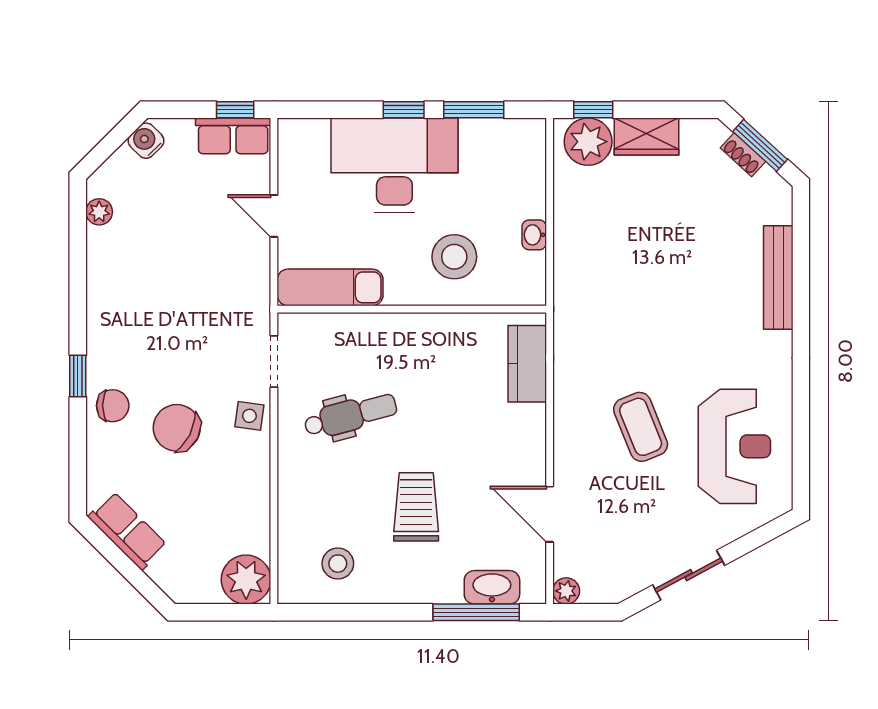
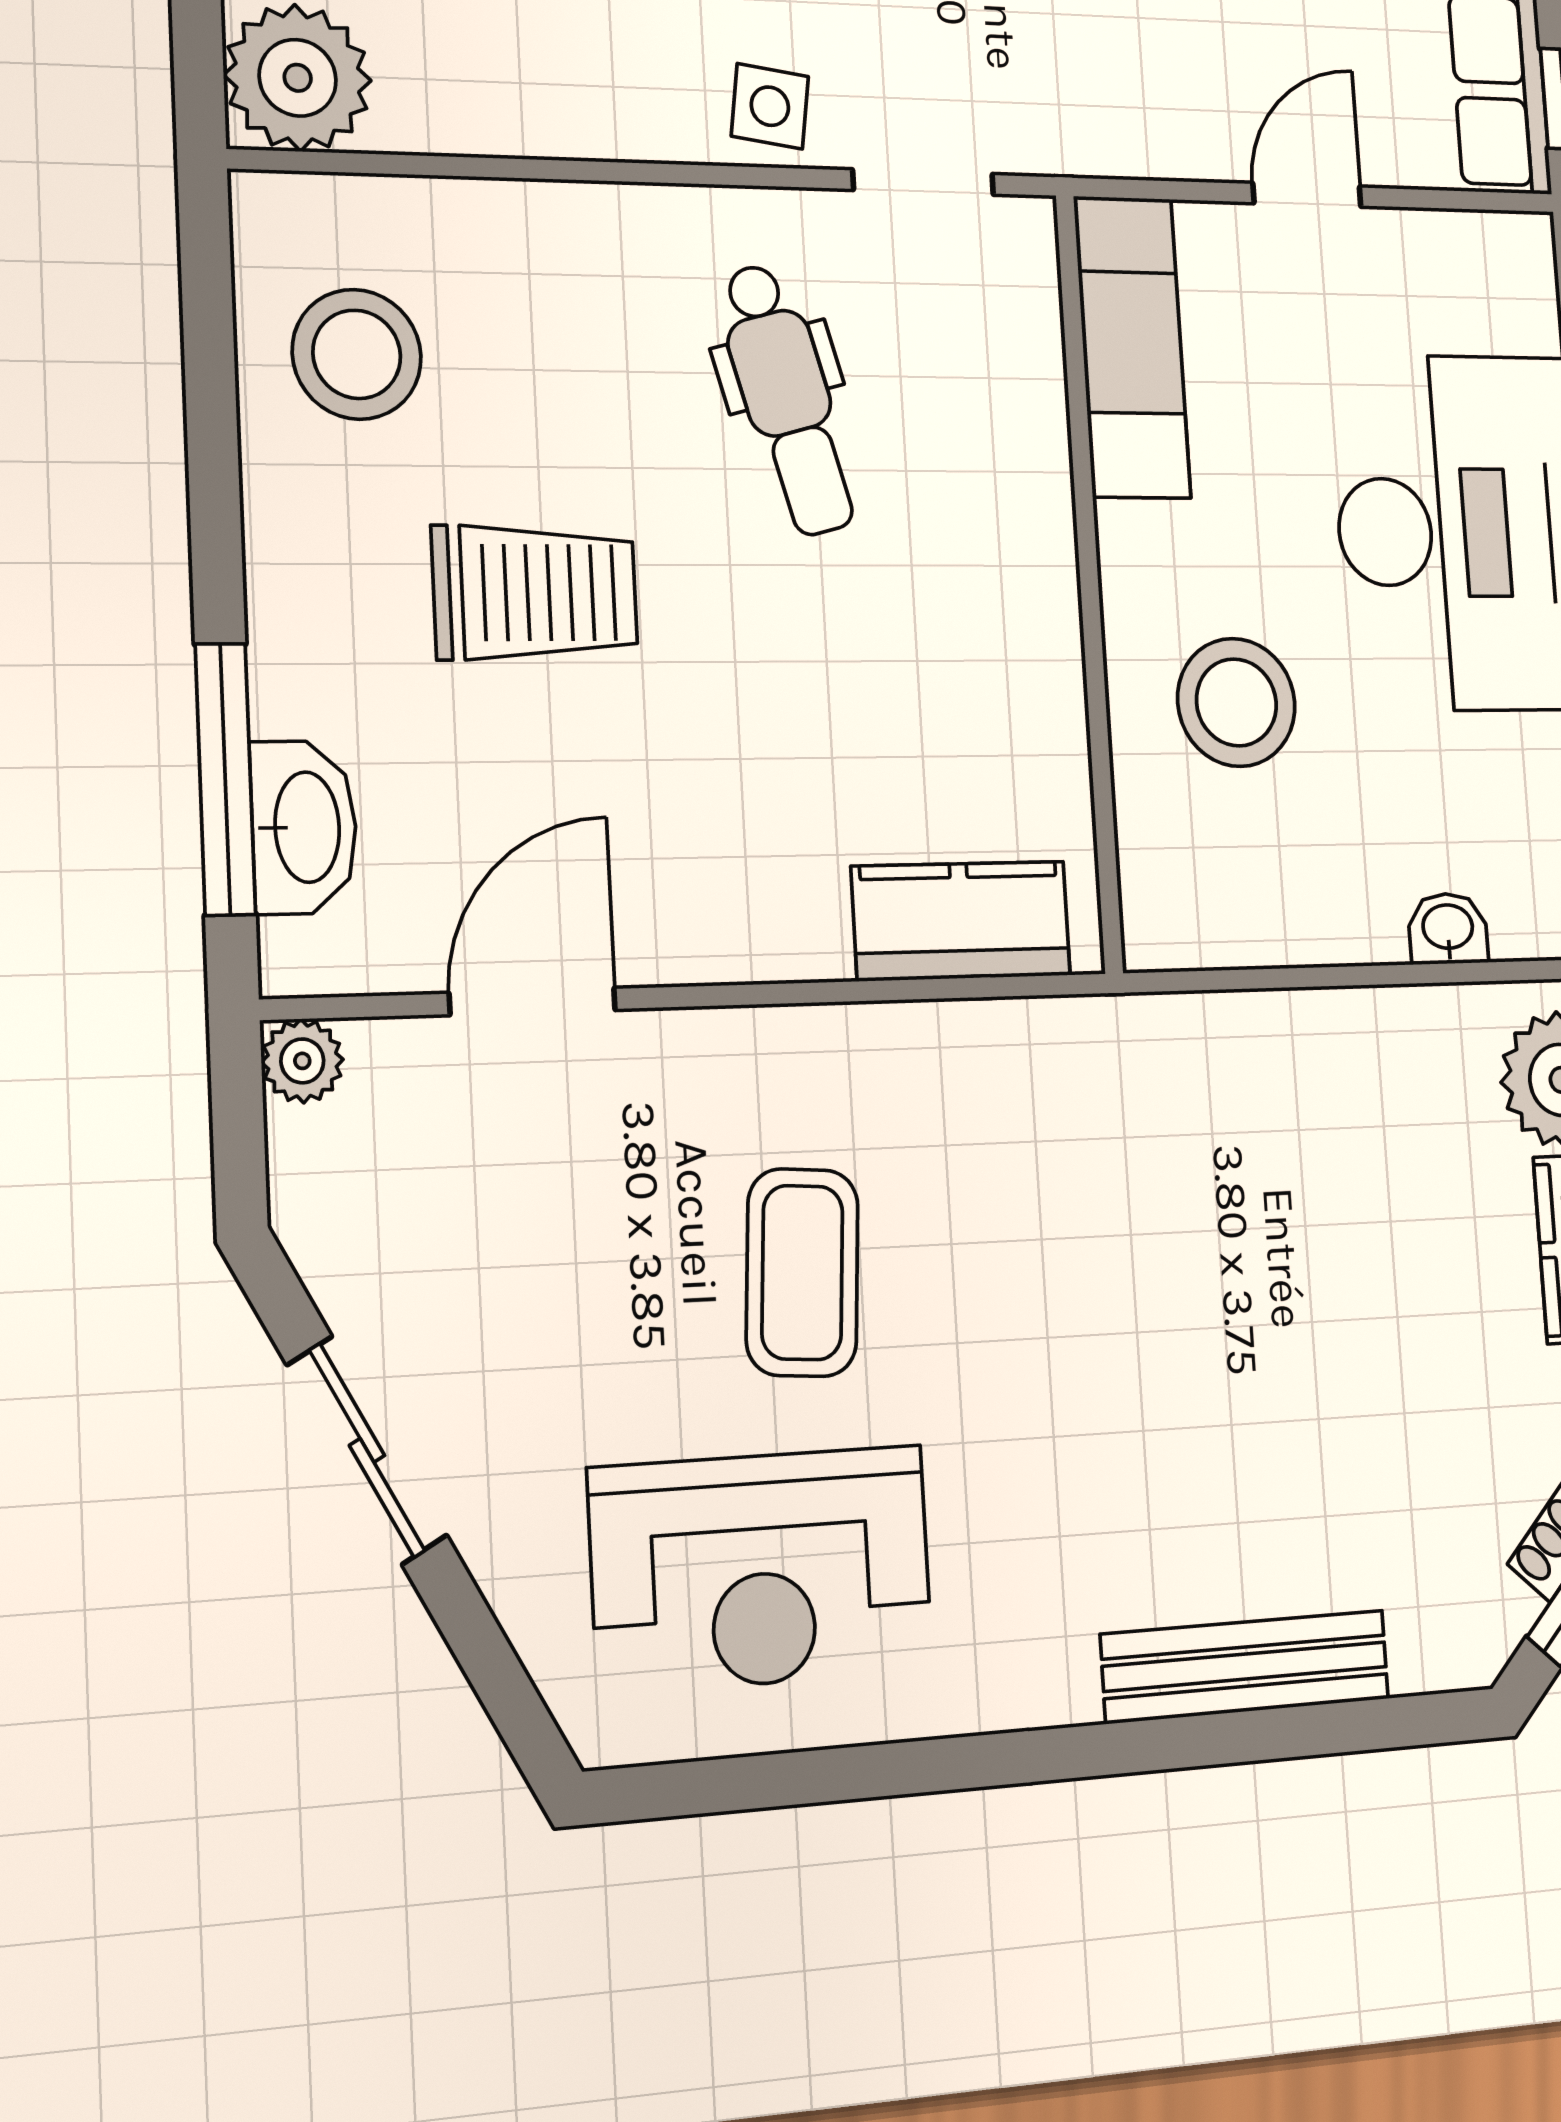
washbasin: (534, 235) -> (1448, 929), moved
coffee table: (641, 427) -> (802, 1272), turned -64
stool: (338, 564) -> (357, 354), width x1.38, depth x1.38

